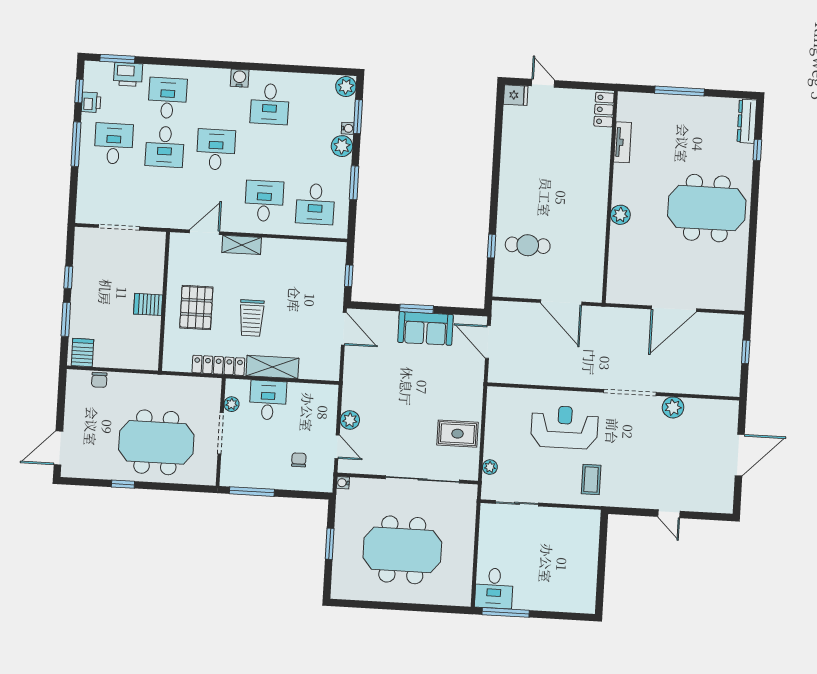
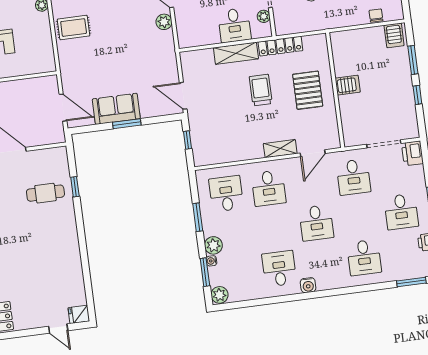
printer: (128, 74) -> (412, 153), moved, turned -90
desk: (165, 147) -> (353, 177), moved, turned 180

